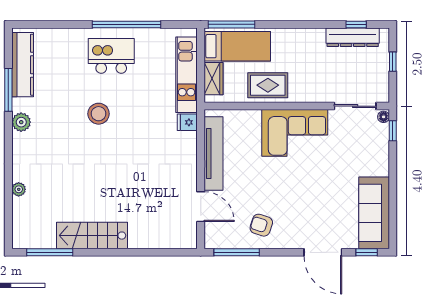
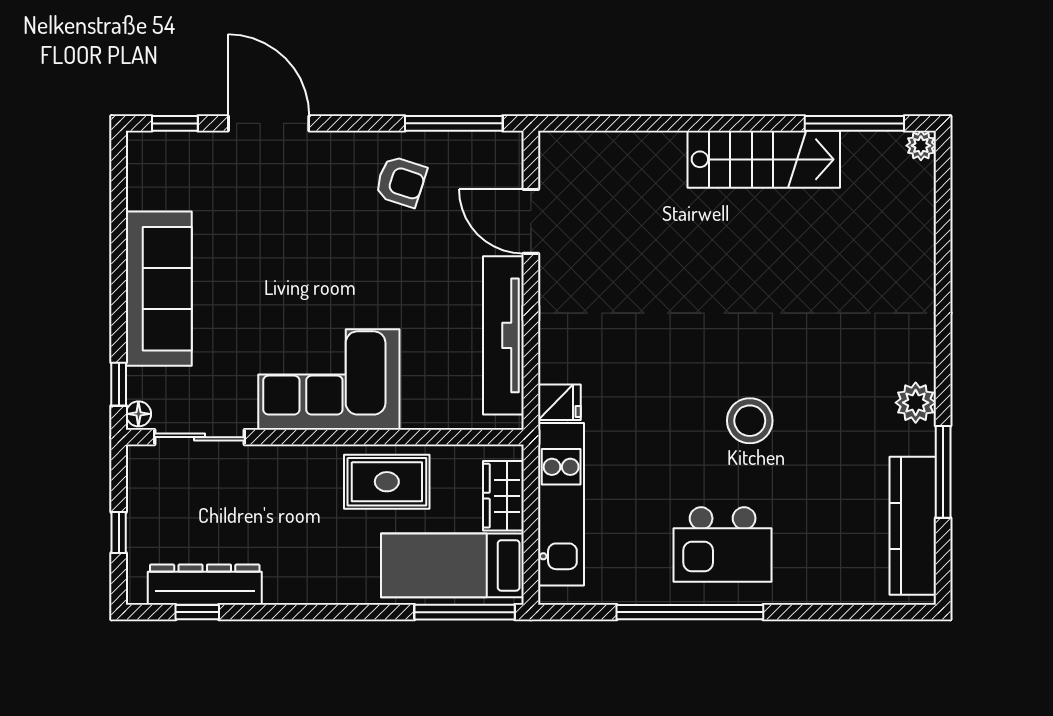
plant: (19, 189) -> (921, 146), moved
sofa: (374, 213) -> (159, 289), moved

